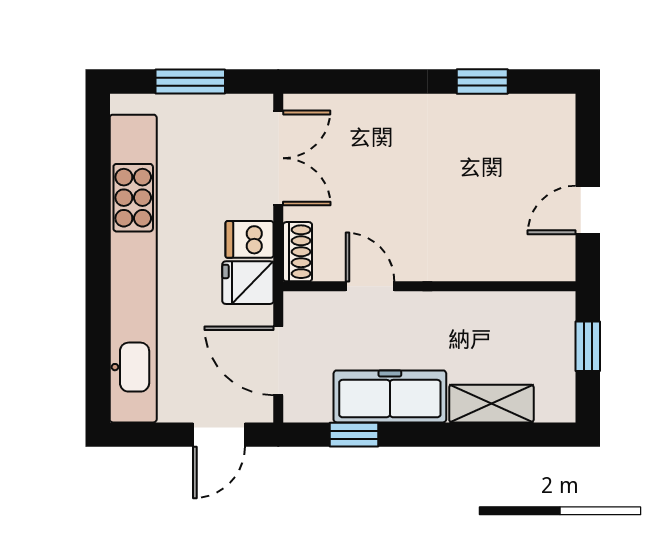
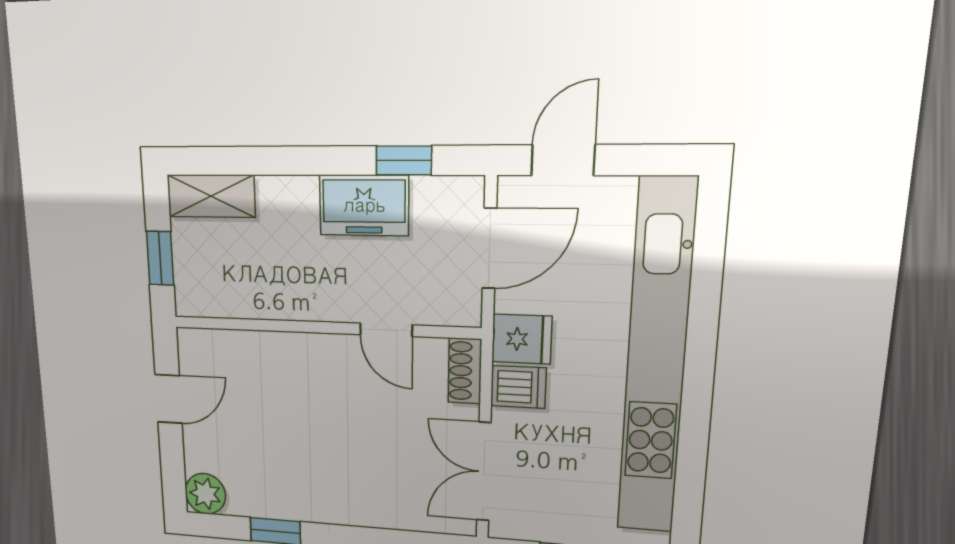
plant: (555, 115) -> (205, 494), added
door: (278, 361) -> (489, 248), hinge flipped
freezer: (390, 396) -> (364, 205), width x0.71
shelving: (491, 404) -> (211, 196), moved

